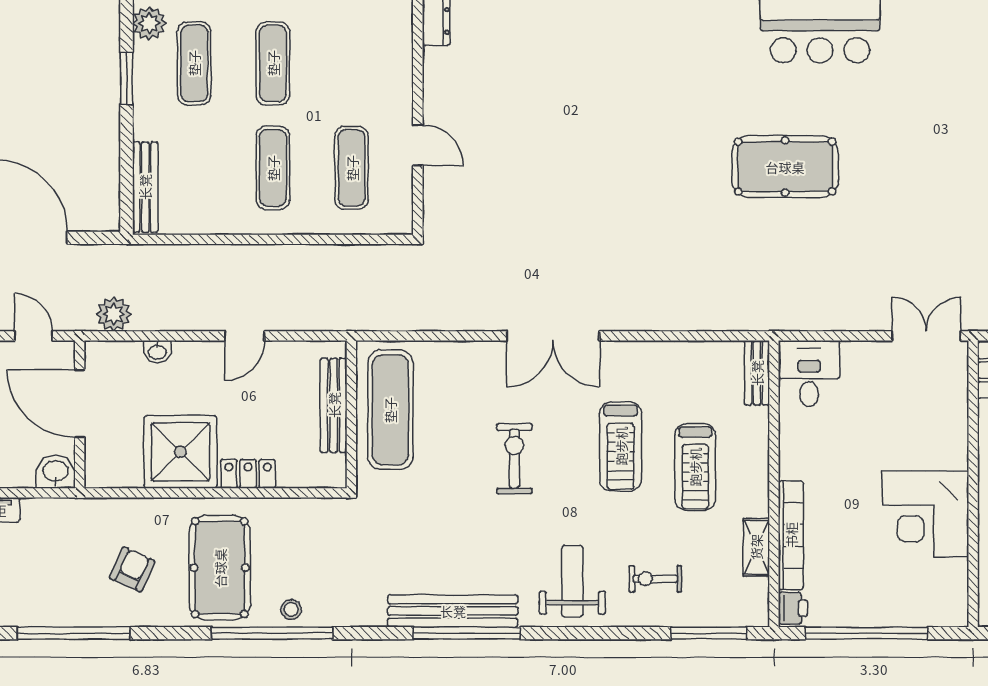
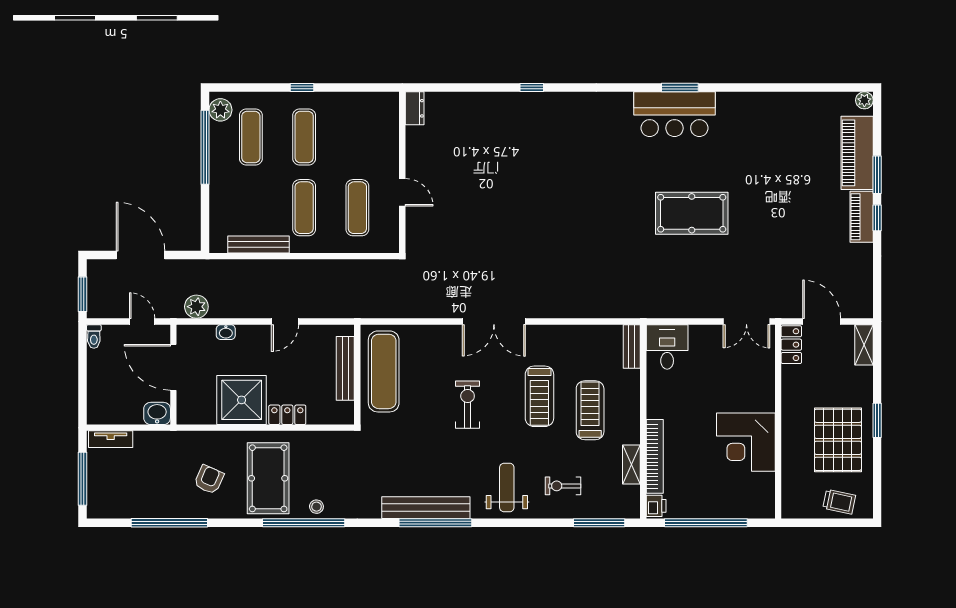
window: (126, 78) -> (205, 147), width x2.11
pool table: (785, 167) -> (692, 213), moved
bench: (145, 187) -> (258, 244), moved, turned 90
double door: (926, 336) -> (746, 321), swing flipped
treadmill: (695, 467) -> (590, 410), turned 180

